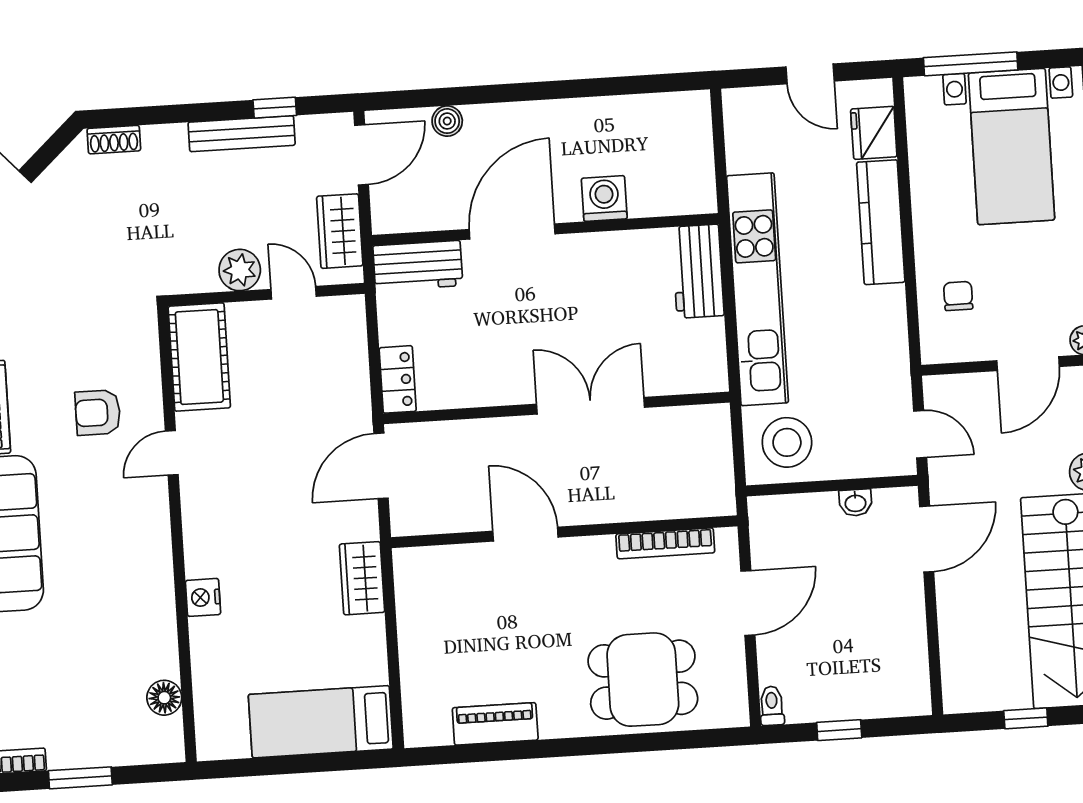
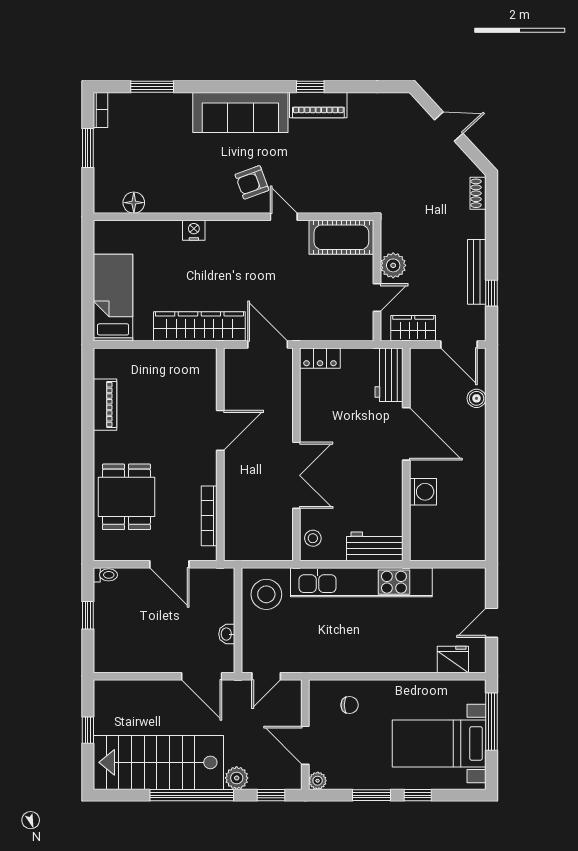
kitchen counter: (881, 222) -> (398, 660), removed
stool: (691, 373) -> (313, 538), added
armchair: (98, 413) -> (252, 182), moved, turned -110
wardrobe: (362, 578) -> (199, 326), width x2.10, depth x1.17

